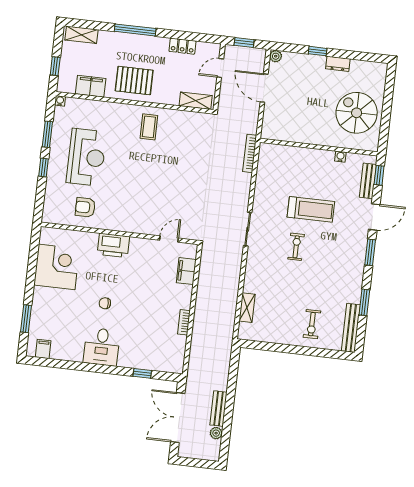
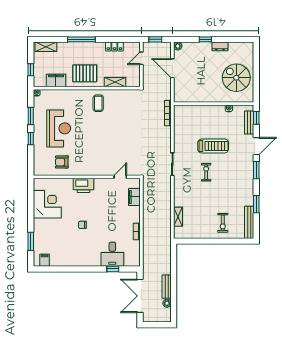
shelving: (196, 101) -> (115, 82), moved
desk: (102, 347) -> (112, 254), moved

